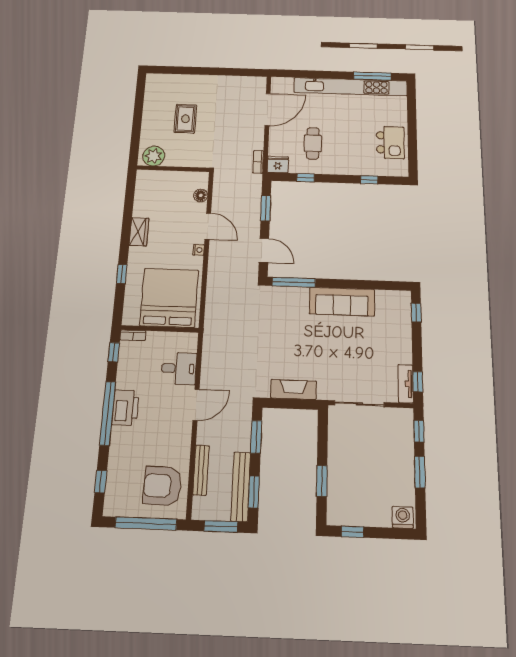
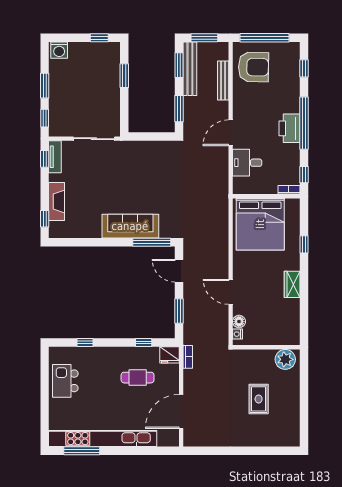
cafe table: (313, 143) -> (138, 378), turned 90
nightstand: (199, 250) -> (237, 334), moved
sofa: (342, 302) -> (130, 226), moved
fireplace: (293, 389) -> (57, 201), moved, turned -90

